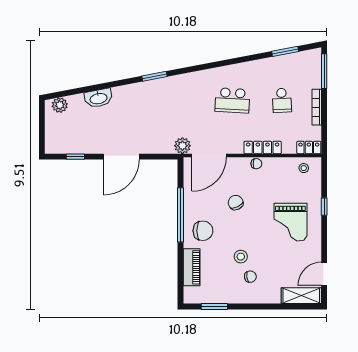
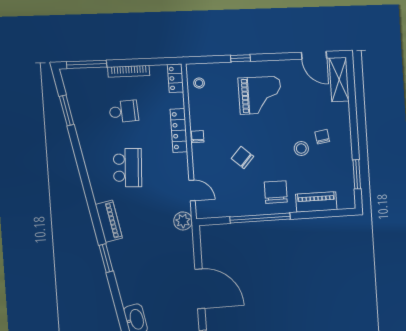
piano: (187, 81) -> (109, 221), added
door: (209, 156) -> (192, 190), width x0.53
chair: (236, 203) -> (242, 157), turned 68

